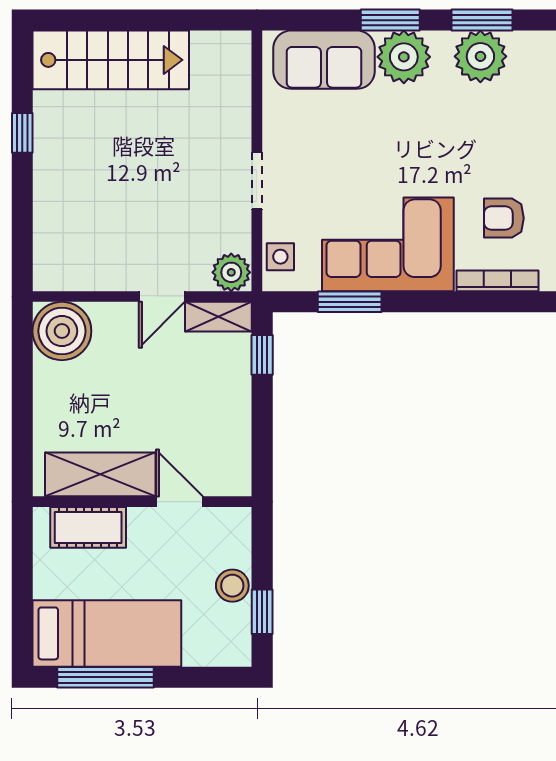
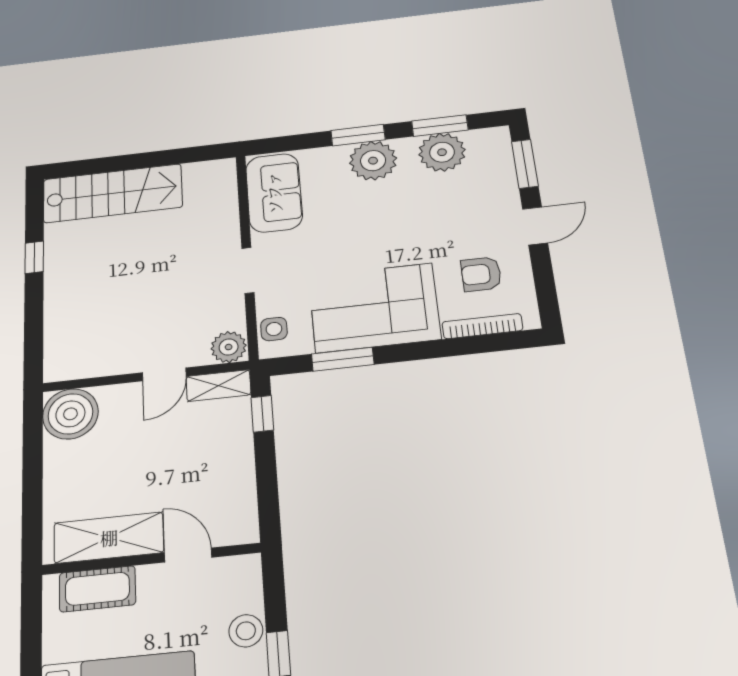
sofa: (324, 60) -> (274, 193), moved, turned -90

